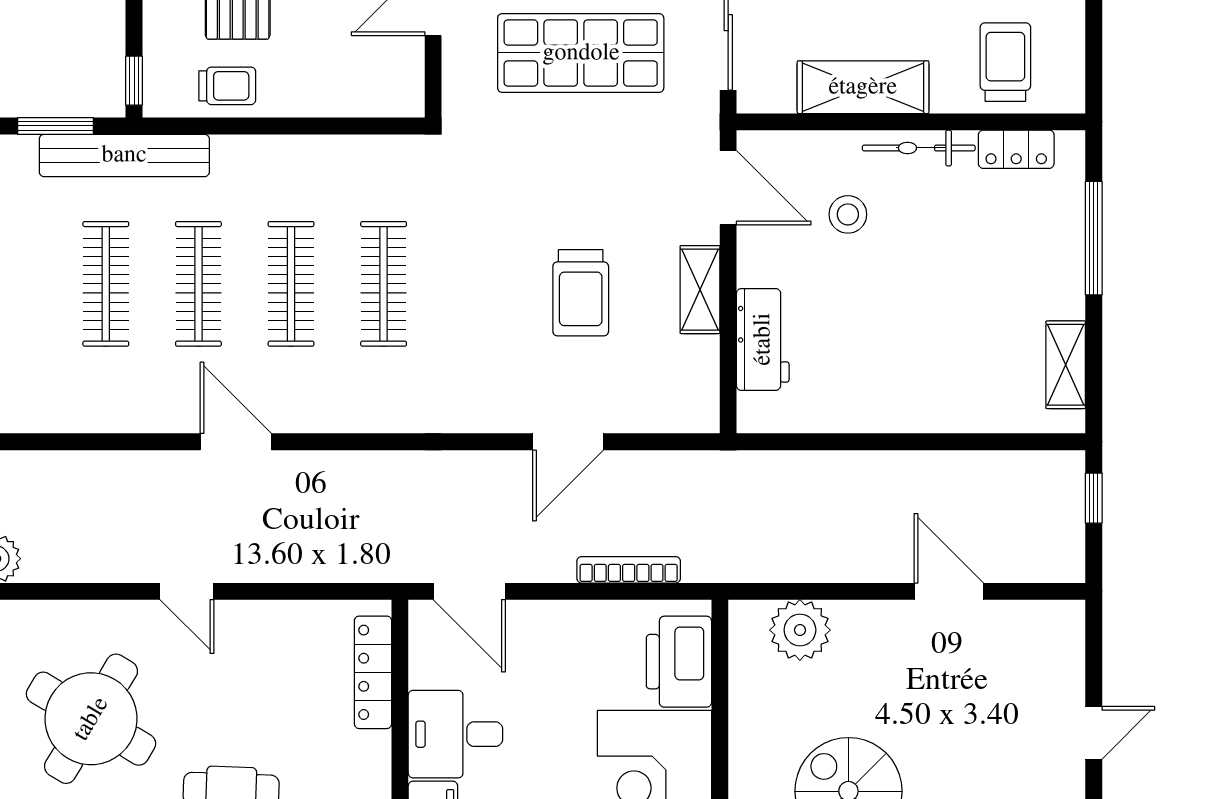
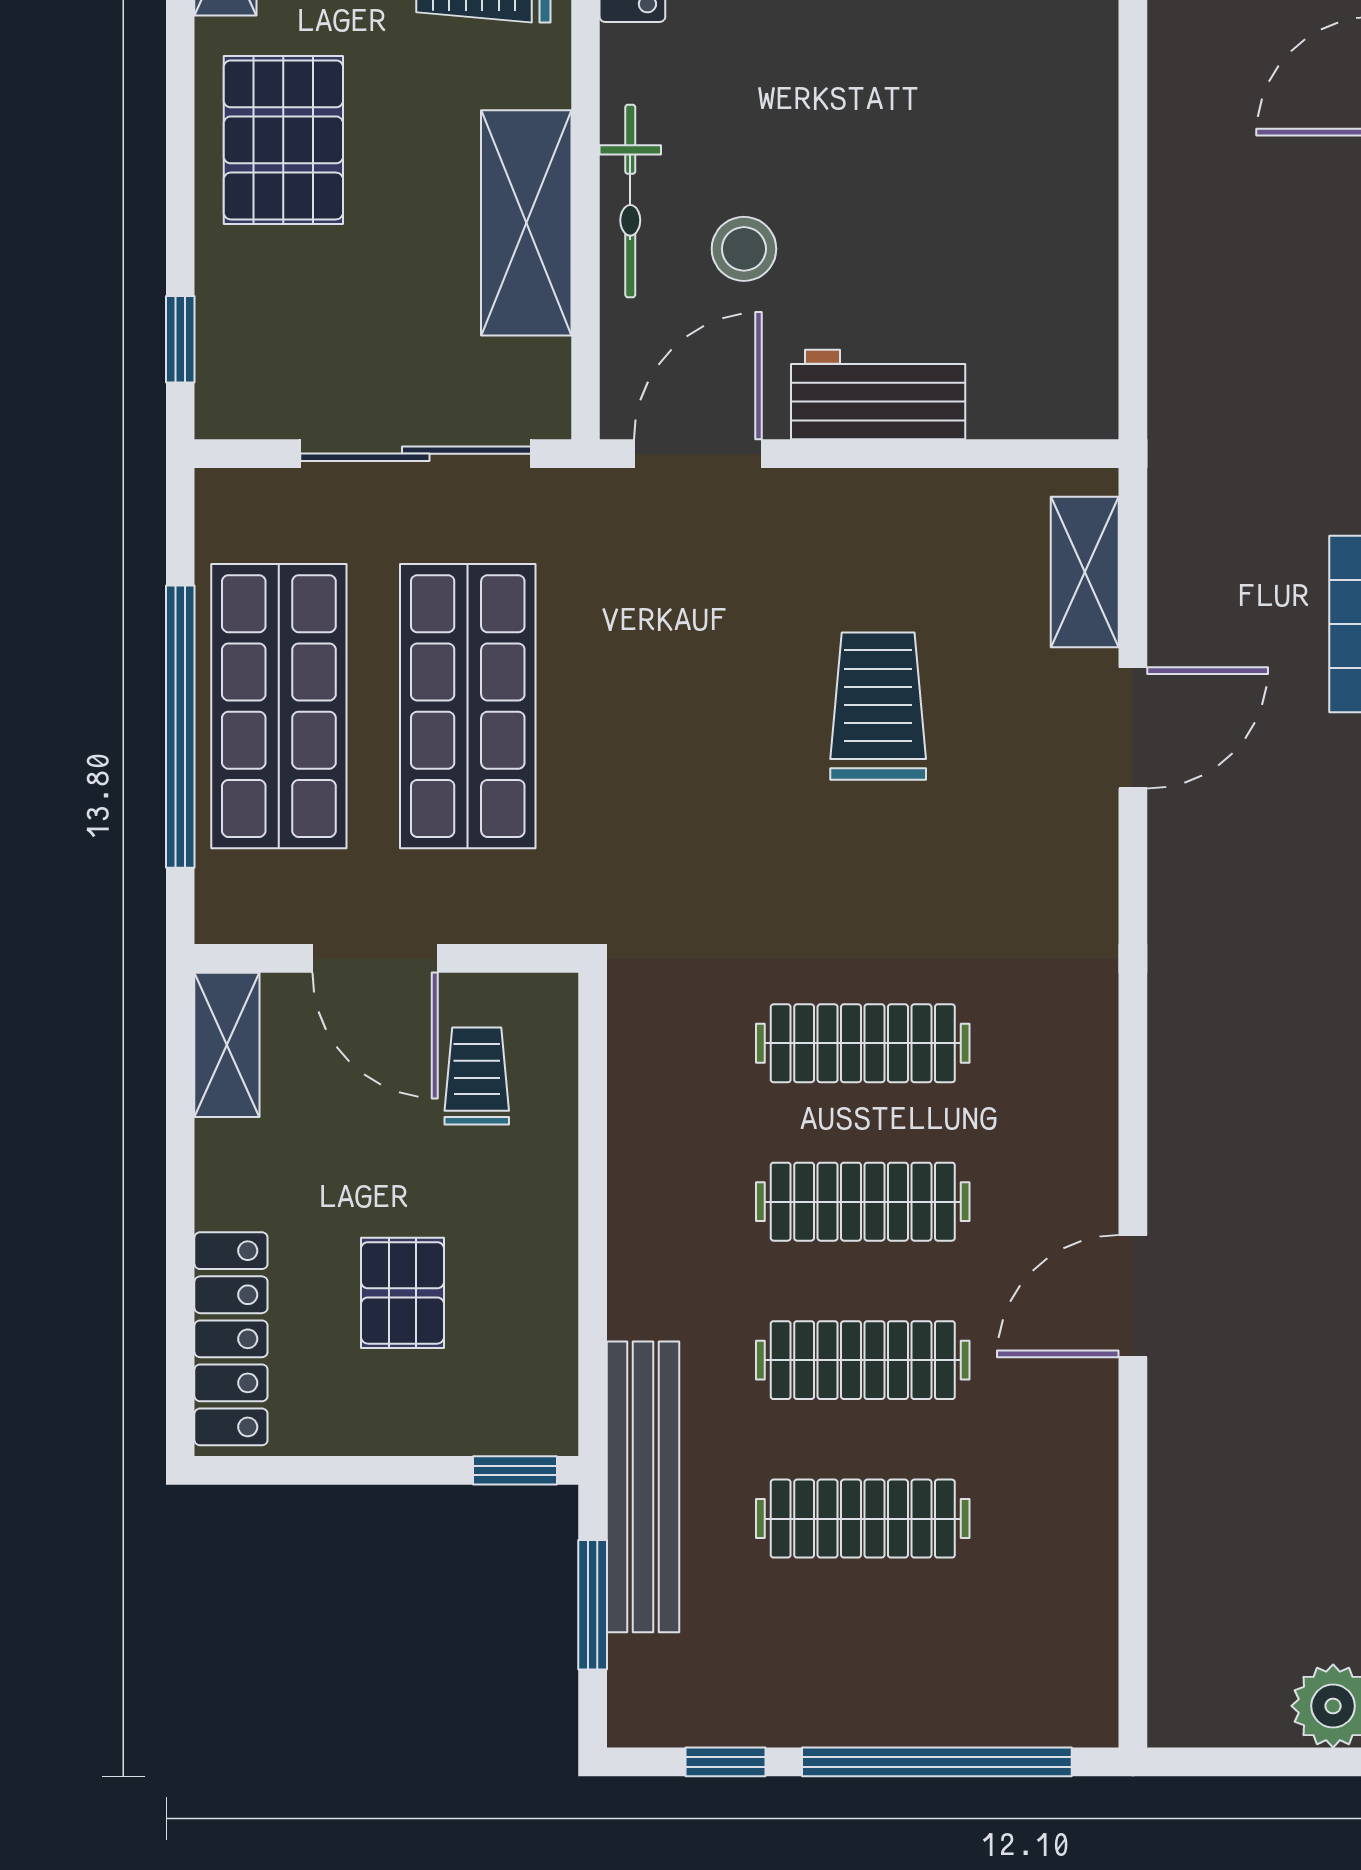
trolley: (227, 86) -> (477, 1076), moved
bicycle: (919, 148) -> (630, 201), moved
shelving: (700, 290) -> (1085, 572), moved, turned 90
trolley: (581, 293) -> (878, 706), turned -90
workbench: (763, 339) -> (878, 395), moved
door: (568, 442) -> (1133, 728), hinge flipped

